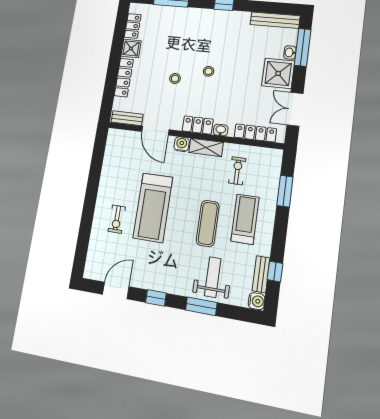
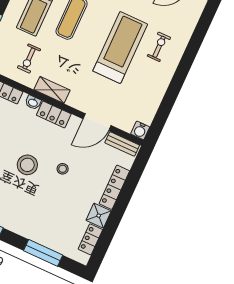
stool: (209, 71) -> (27, 165), width x1.89, depth x1.89
door: (155, 131) -> (97, 122), swing flipped
water cooler: (182, 144) -> (140, 130), moved

